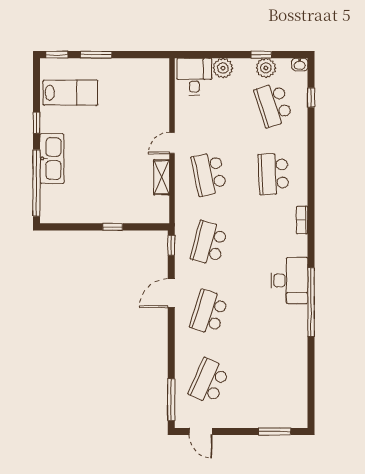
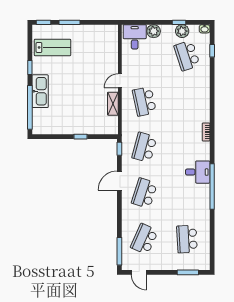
school desk: (273, 174) -> (187, 239), moved
desk: (289, 280) -> (198, 172), width x0.73

